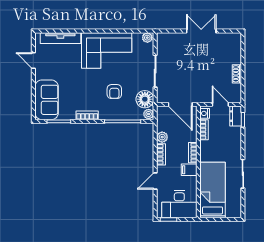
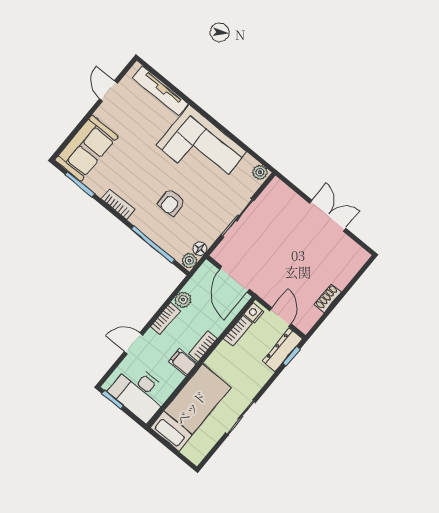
floor lamp: (145, 99) -> (200, 249), width x0.53, depth x0.53
dresser: (236, 116) -> (282, 350), width x1.44

